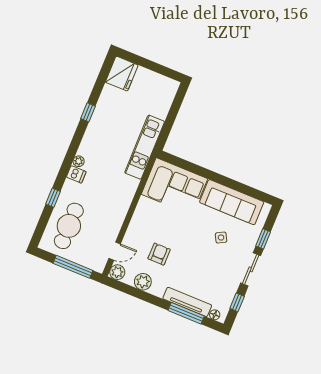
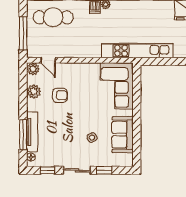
kitchen unit: (145, 147) -> (137, 51), width x1.36
sofa: (232, 202) -> (123, 135), width x0.73

